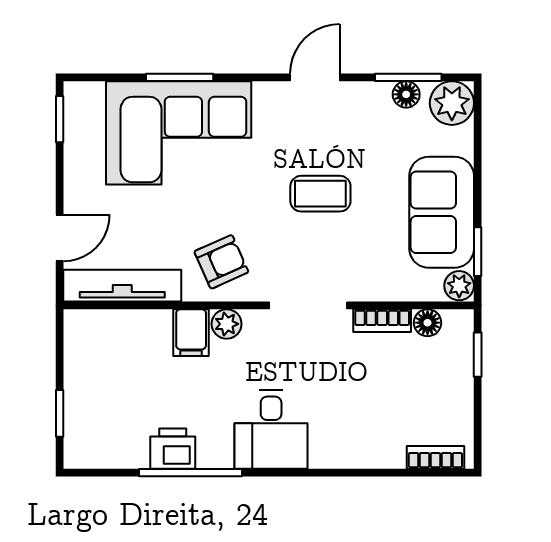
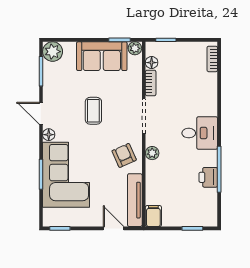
floor lamp: (406, 94) -> (49, 135), moved
filing cabinet: (191, 333) -> (153, 216), moved, turned -90

